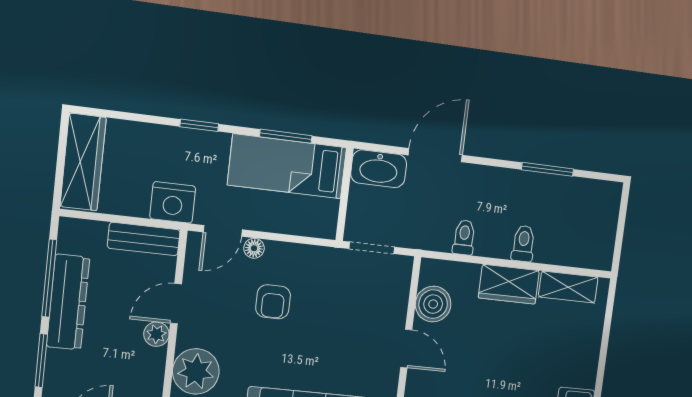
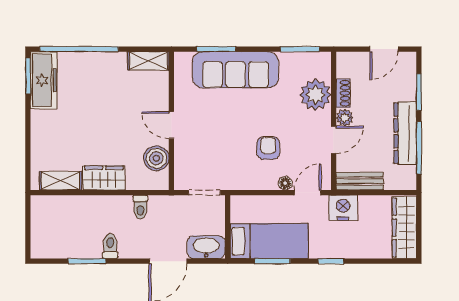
toilet: (523, 244) -> (110, 246), moved, turned 180
shoe rack: (155, 370) -> (343, 93), added

